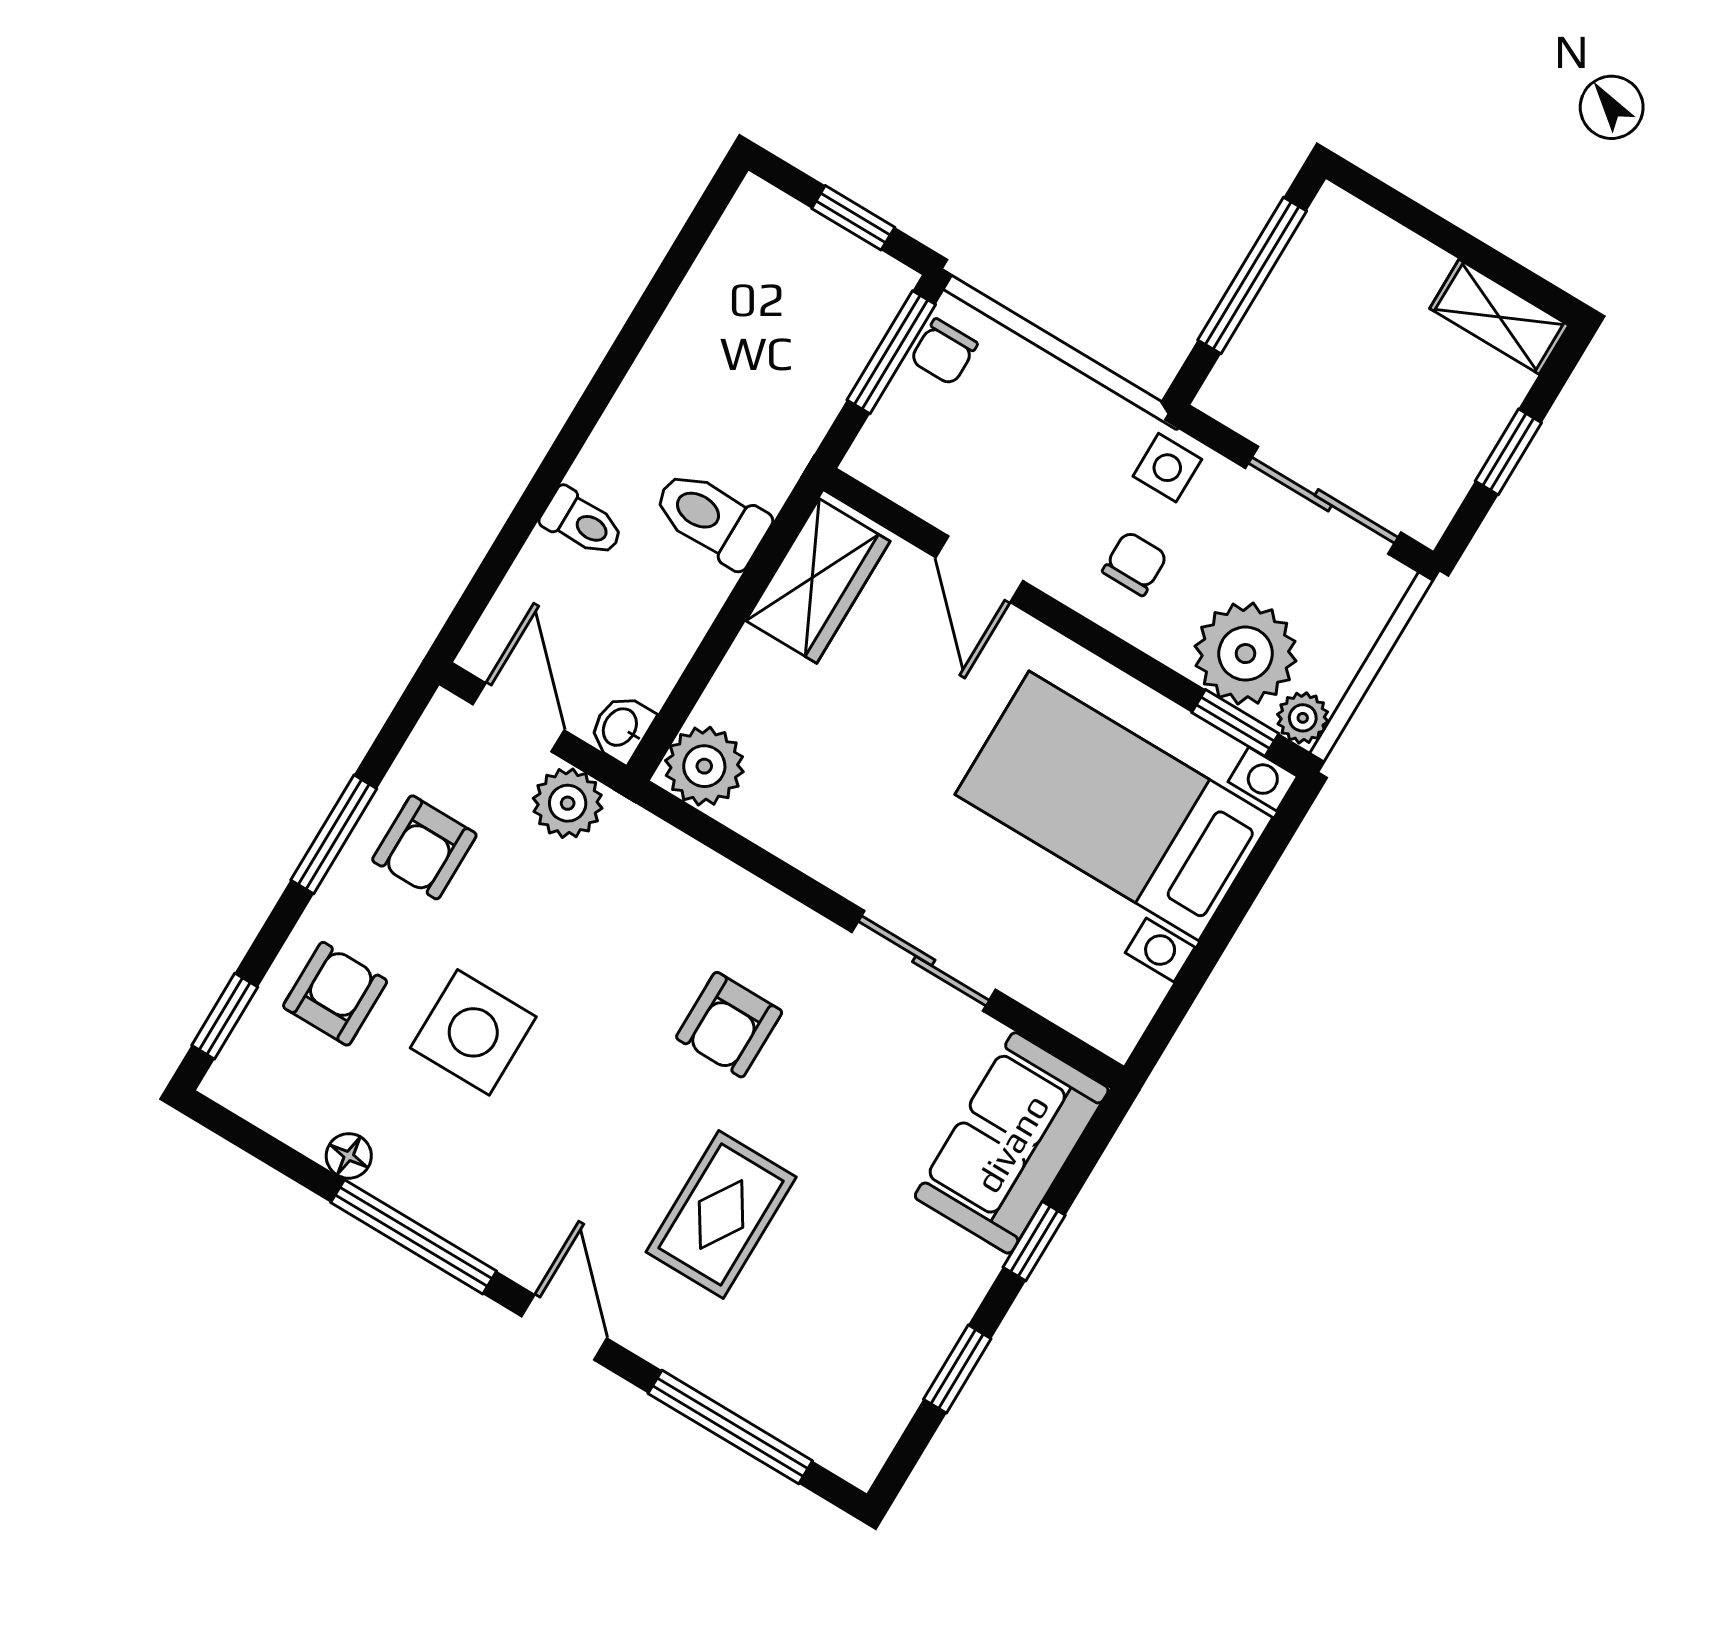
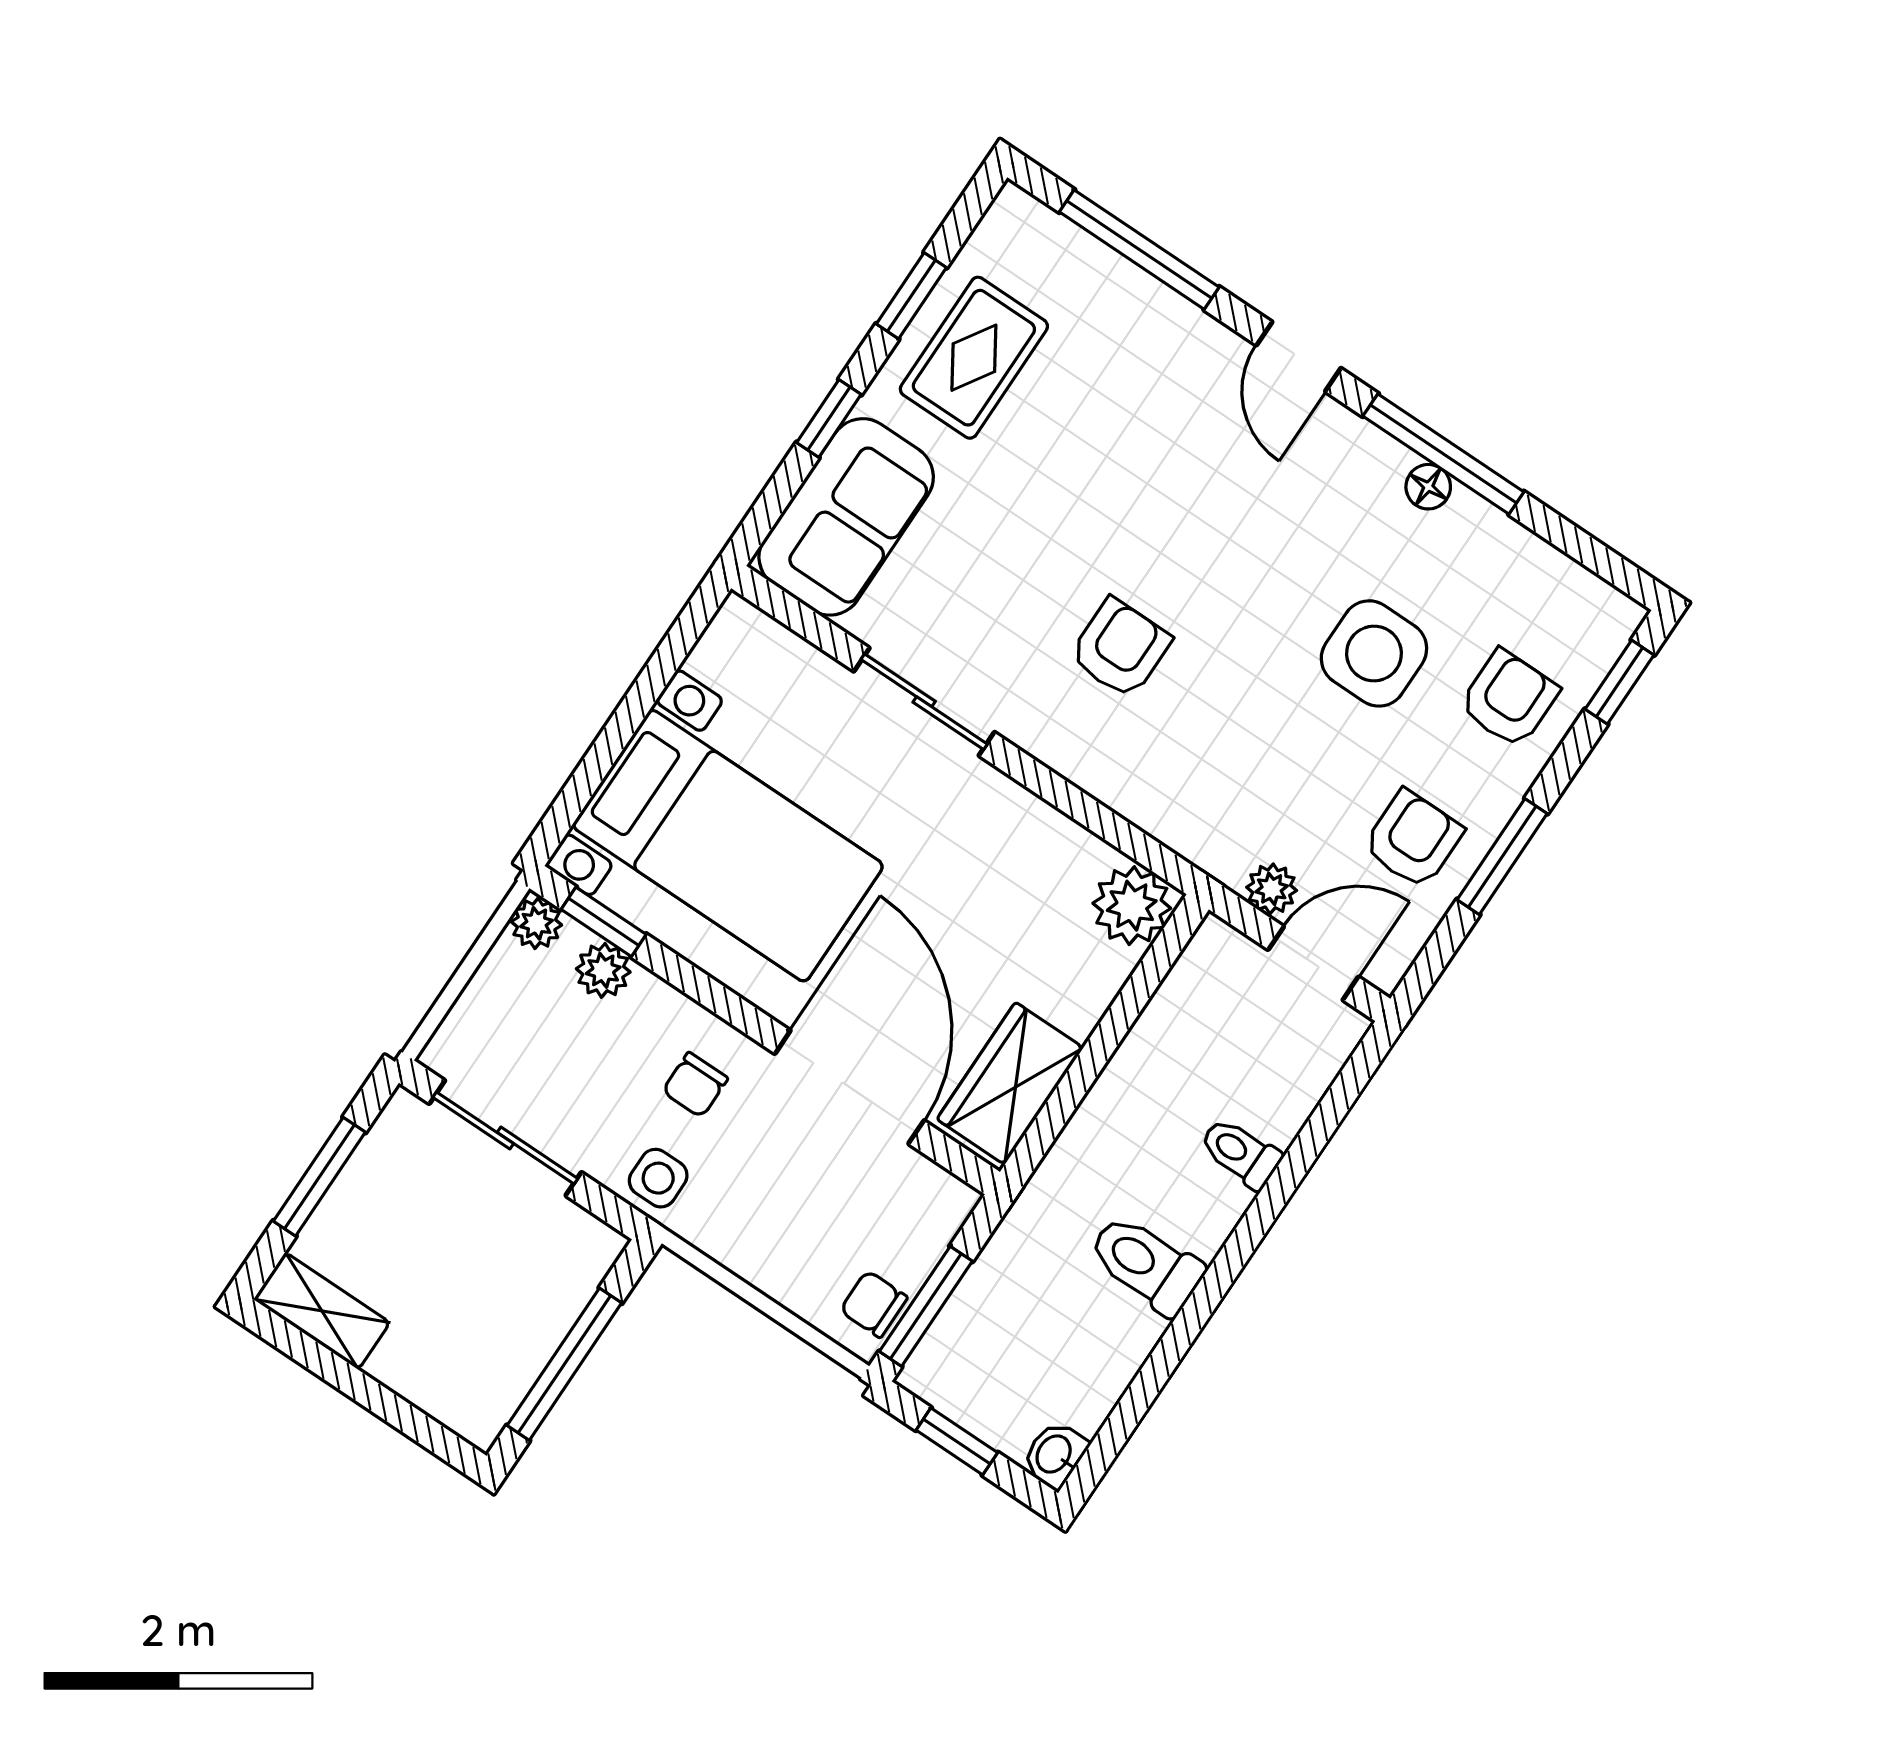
chair: (944, 352) -> (874, 1304), turned -90
window: (1508, 452) -> (319, 1177), width x1.50
toilet: (711, 518) -> (1146, 1264), moved, turned 180
door: (979, 569) -> (849, 1087), width x1.87
plant: (1245, 654) -> (603, 970), width x0.53, depth x0.53
door: (519, 717) -> (1313, 963), swing flipped
washbasin: (621, 728) -> (1055, 1455), moved, turned 180
plant: (568, 803) -> (1272, 889), width x0.73, depth x0.73
armchair: (335, 994) -> (1509, 699), turned 180
floor lamp: (349, 1156) -> (1428, 487), moved
rug: (721, 1215) -> (974, 358), moved

